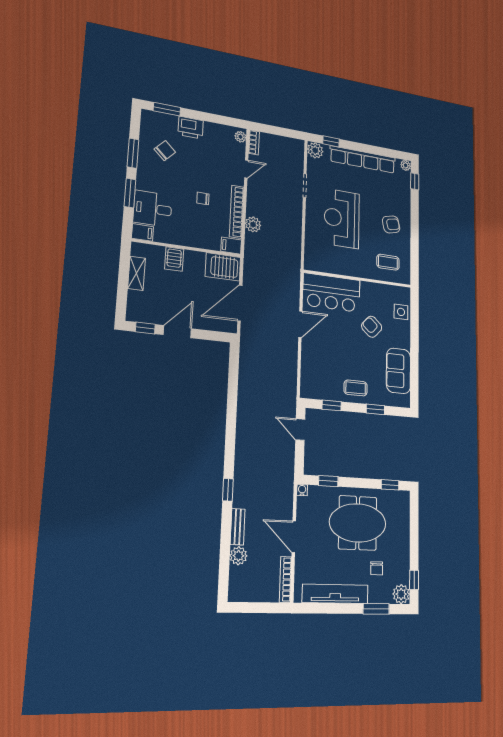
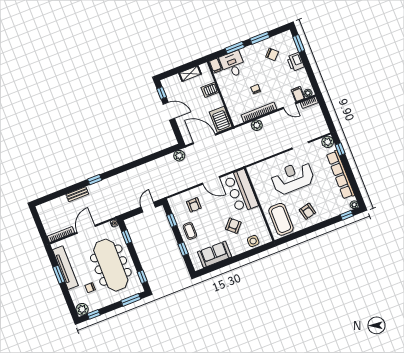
filing cabinet: (231, 246) -> (298, 94), moved
coffee table: (388, 262) -> (281, 219), width x1.86, depth x1.72
armchair: (323, 365) -> (194, 205), added
window: (414, 516) -> (131, 300), added
meeting table: (358, 523) -> (111, 265), width x1.36
plant: (238, 556) -> (179, 156), moved
window: (376, 609) -> (59, 275), moved

